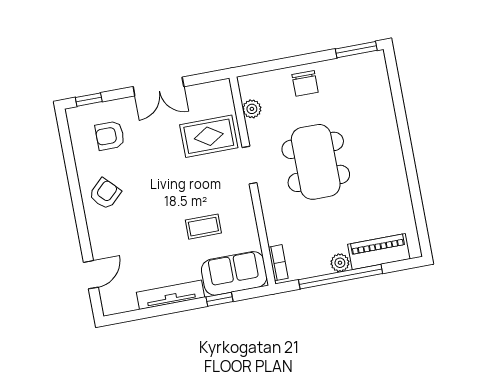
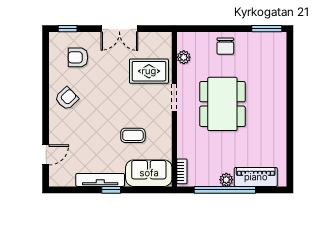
window: (220, 299) -> (111, 190), moved

